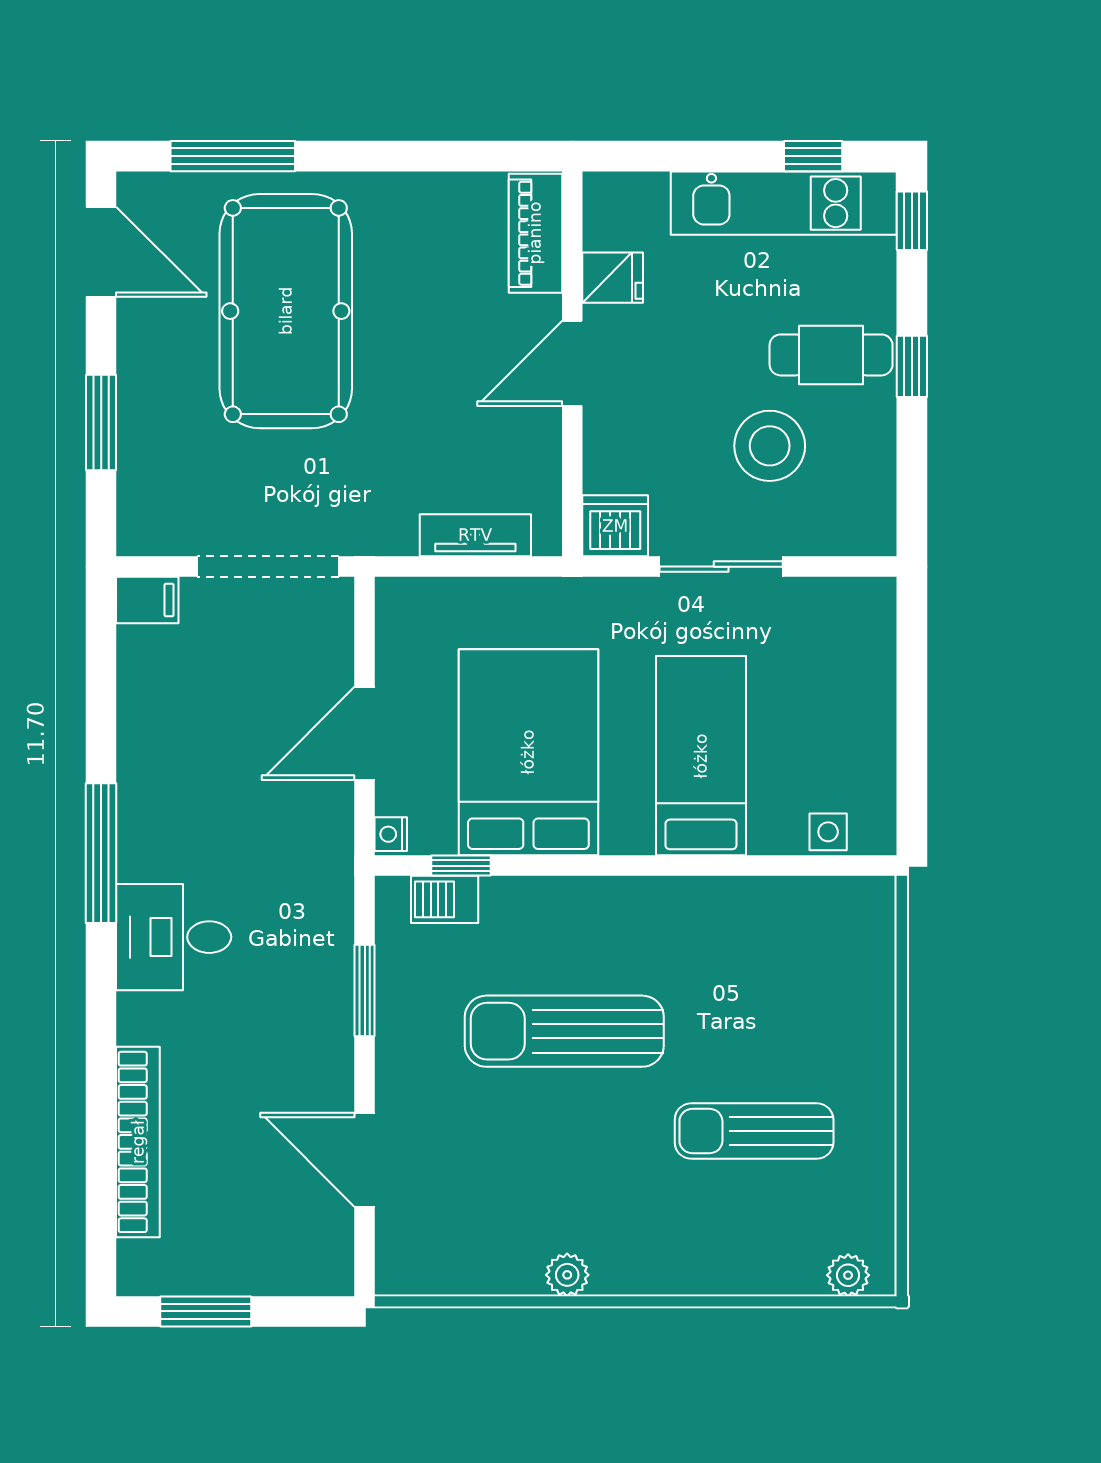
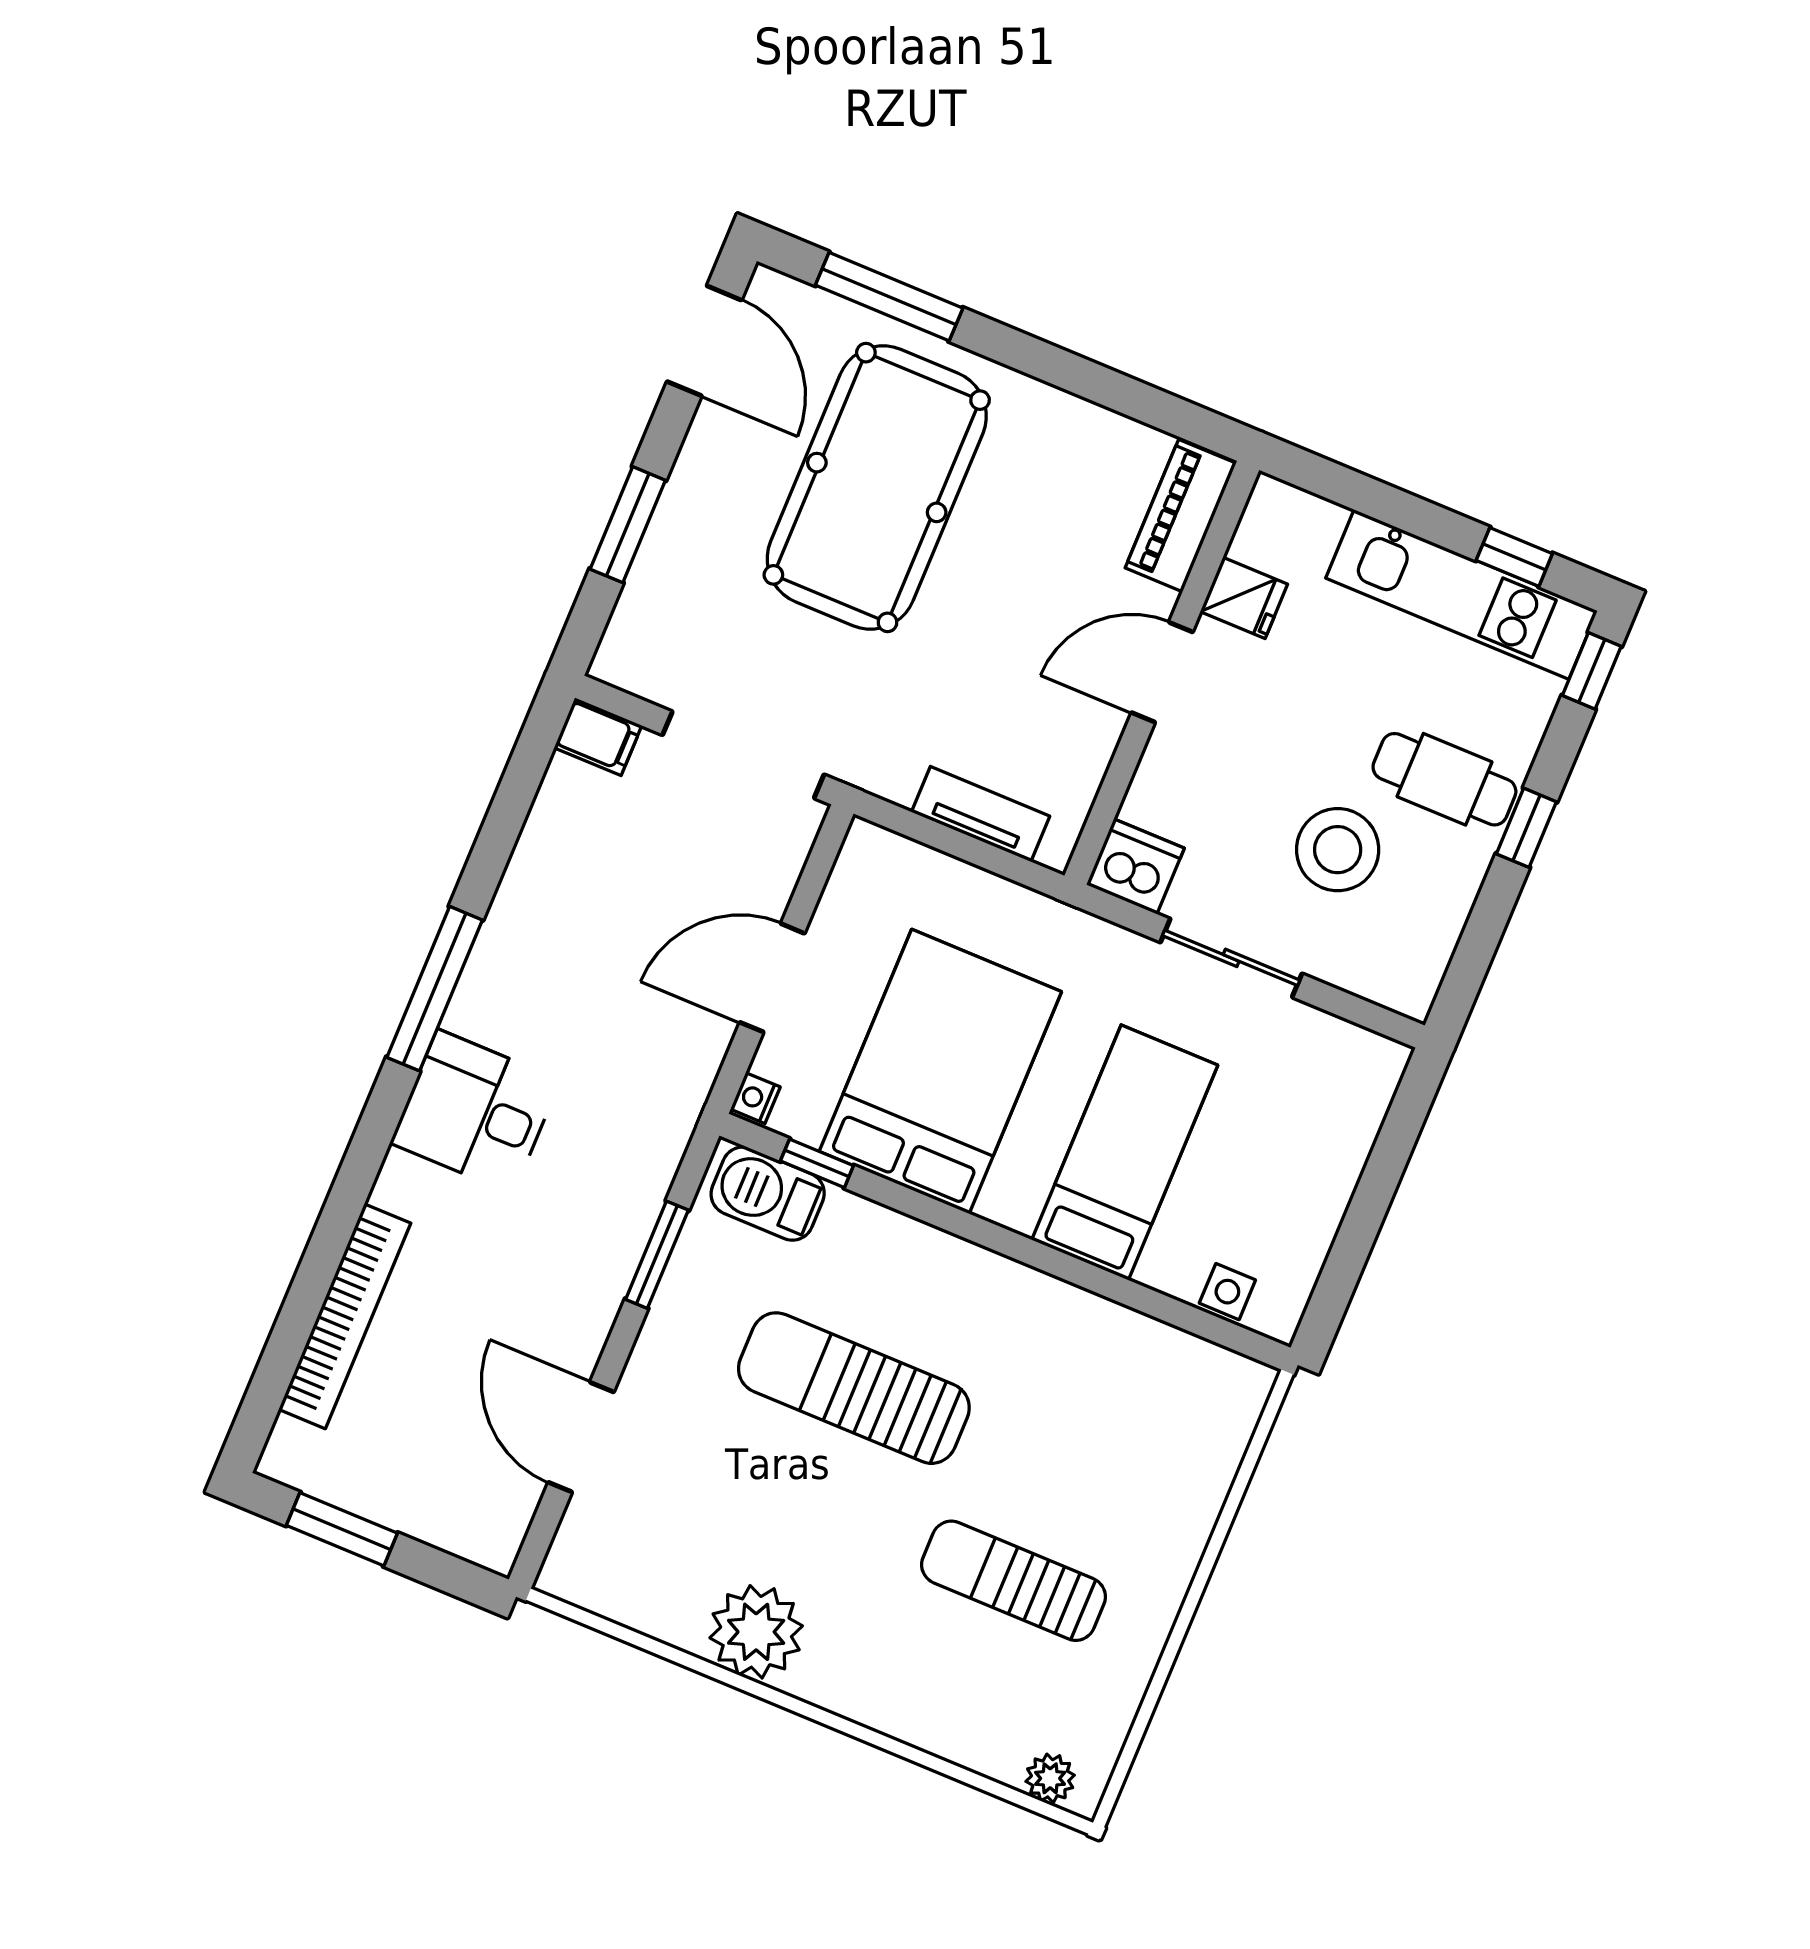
barbecue: (445, 899) -> (768, 1194), width x1.38, depth x1.27
plant: (567, 1275) -> (756, 1632), width x1.87, depth x1.87

